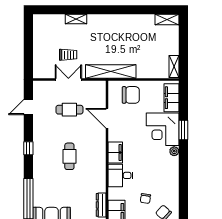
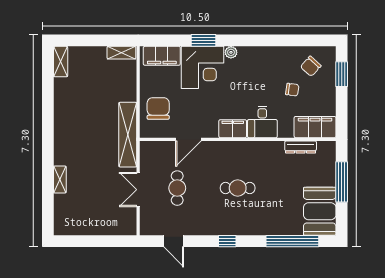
trolley: (68, 55) -> (106, 190), removed

